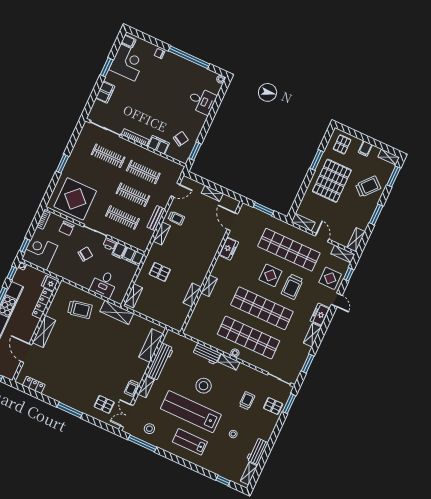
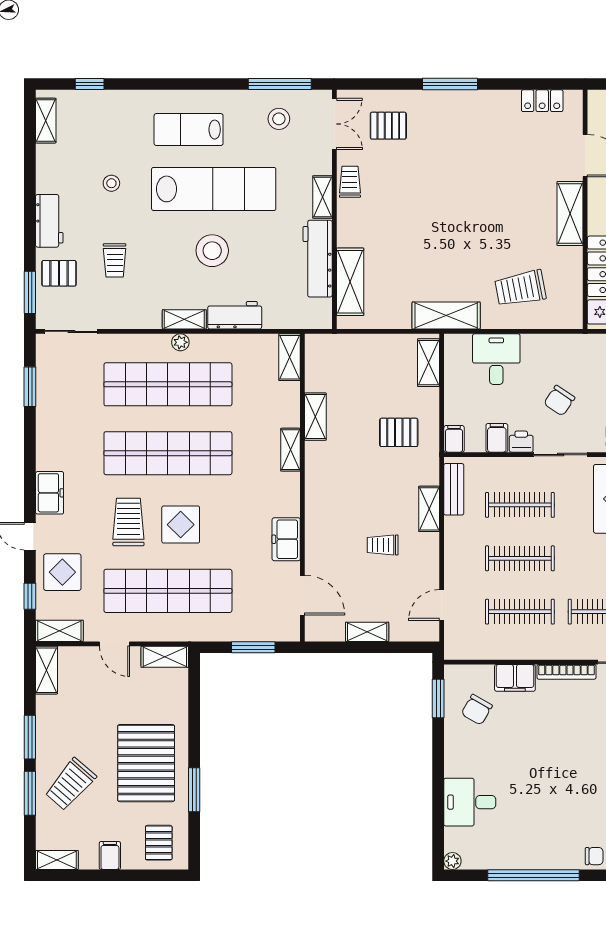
window: (394, 177) -> (30, 793), moved
bench: (156, 218) -> (454, 489), moved
trolley: (176, 218) -> (383, 545), moved
filing cabinet: (133, 256) -> (454, 439), width x0.50
shelving: (312, 335) -> (290, 357), moved
lab bench: (190, 442) -> (189, 130), turned 180
workbench: (257, 451) -> (49, 221), moved

